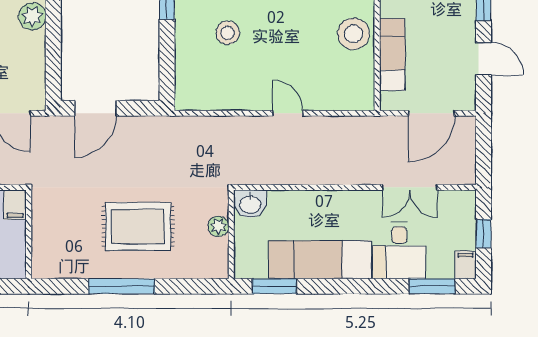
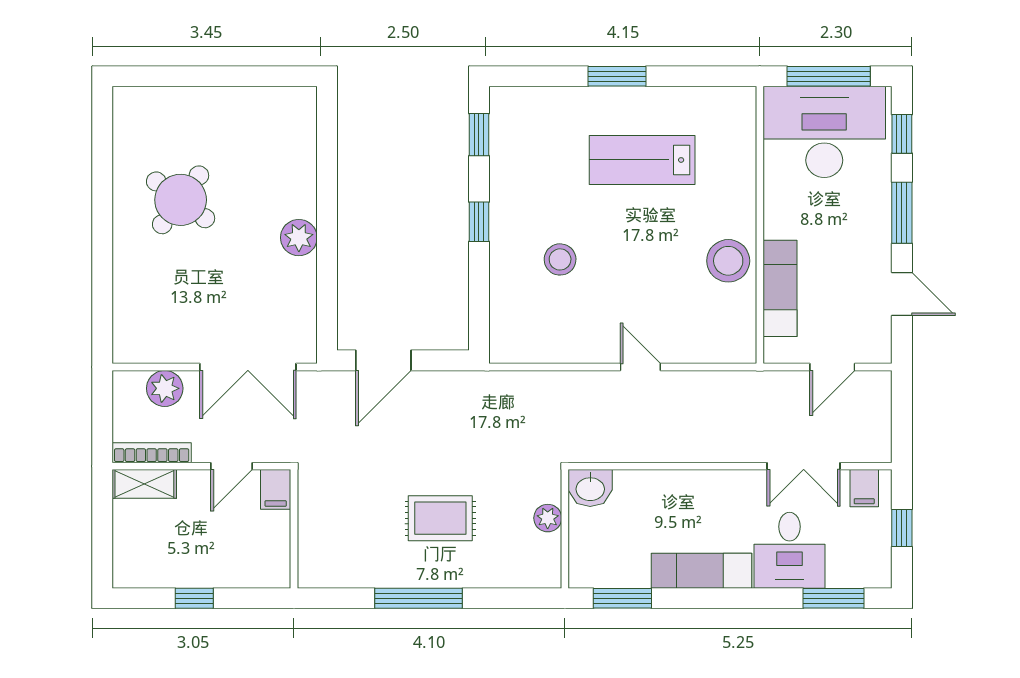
door: (431, 113) -> (832, 367), width x0.73
rug: (138, 226) -> (440, 518), width x0.73, depth x0.70
exam couch: (320, 260) -> (701, 571), width x0.73, depth x0.69
filing cabinet: (466, 265) -> (864, 488), moved, turned 180

